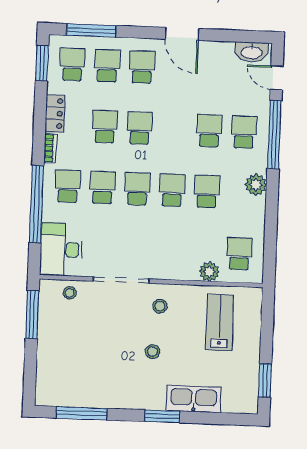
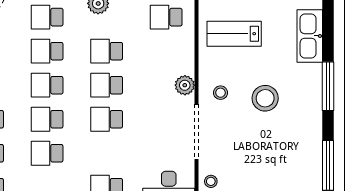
school desk: (103, 187) -> (47, 85), moved
plant: (209, 272) -> (185, 85), moved
stool: (152, 352) -> (265, 98), width x1.89, depth x1.89
kitchen sink: (194, 399) -> (310, 36), moved
window: (162, 416) -> (328, 86), width x1.44

